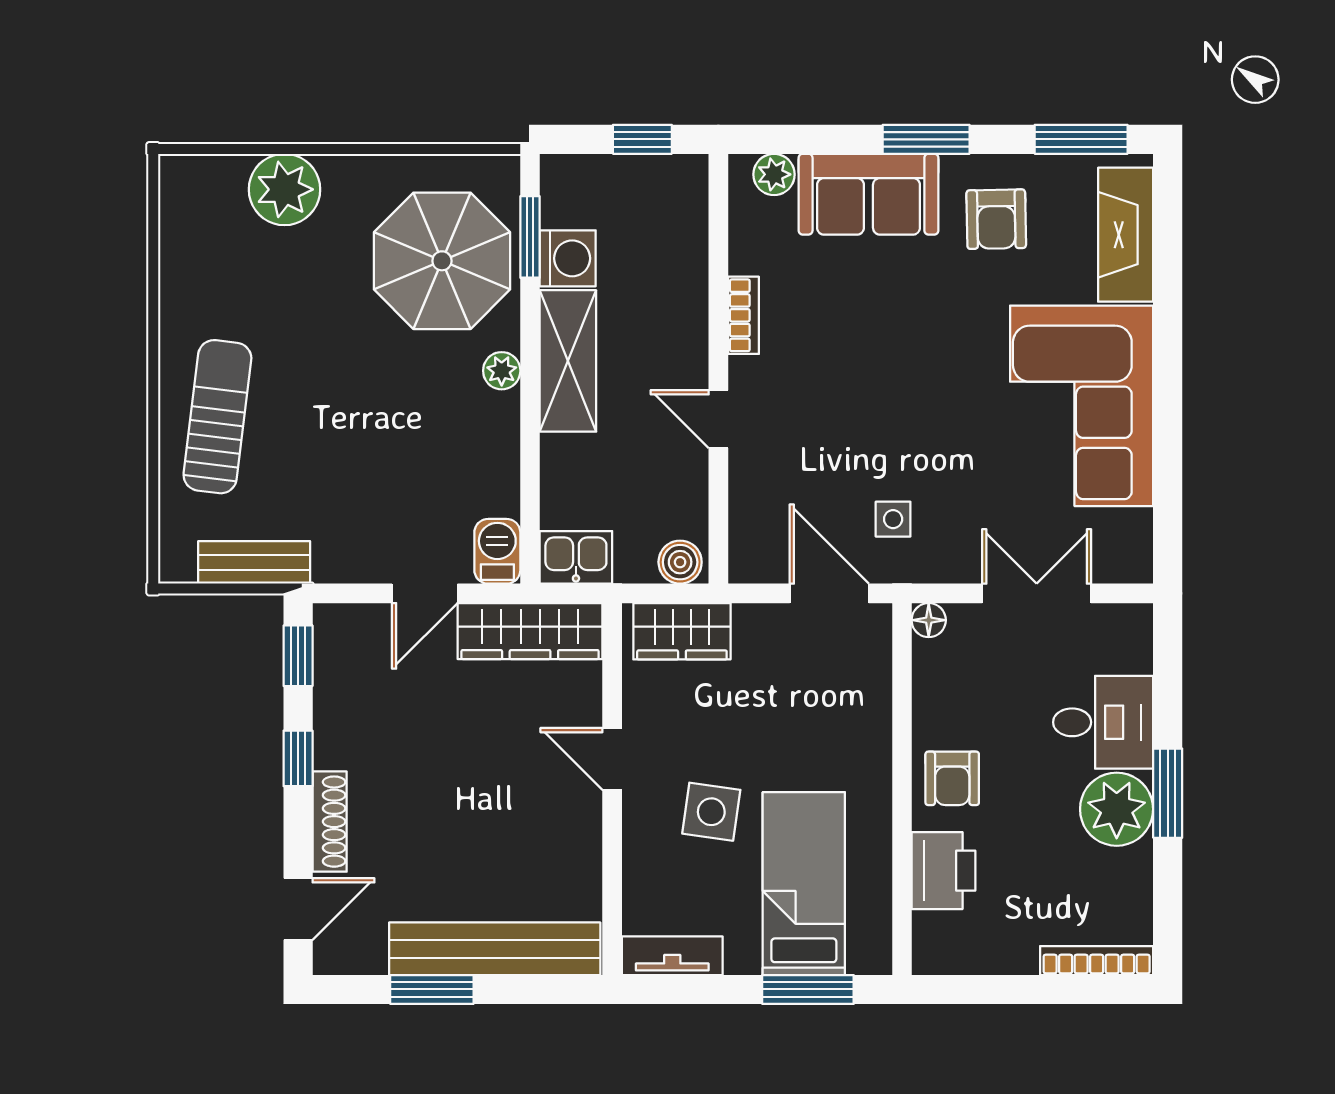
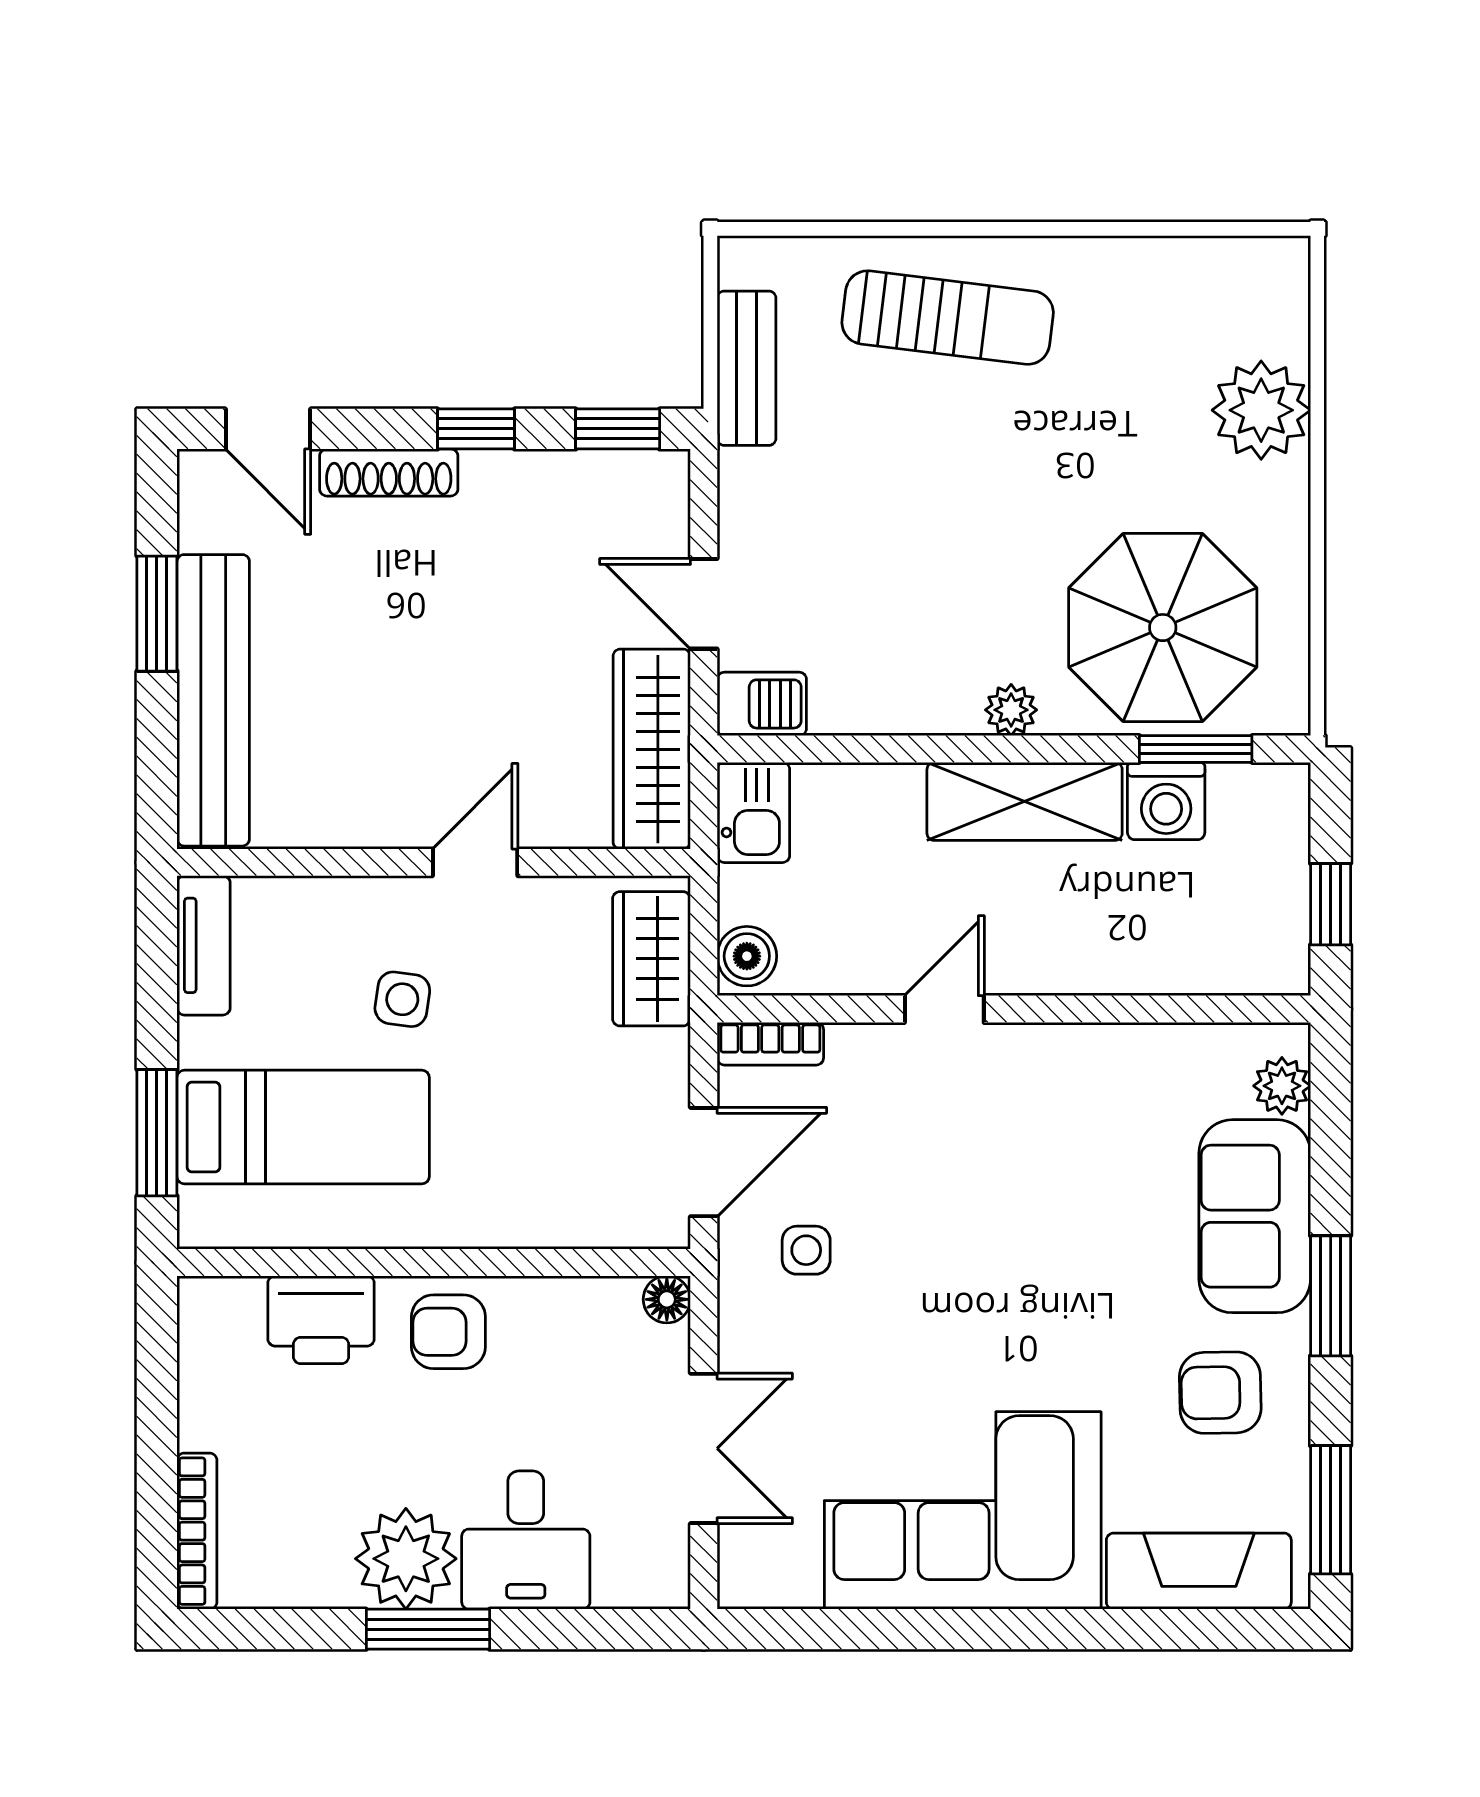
bookcase: (743, 315) -> (770, 1044), moved
side table: (711, 812) -> (402, 999), width x0.73, depth x0.73

